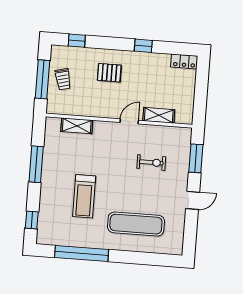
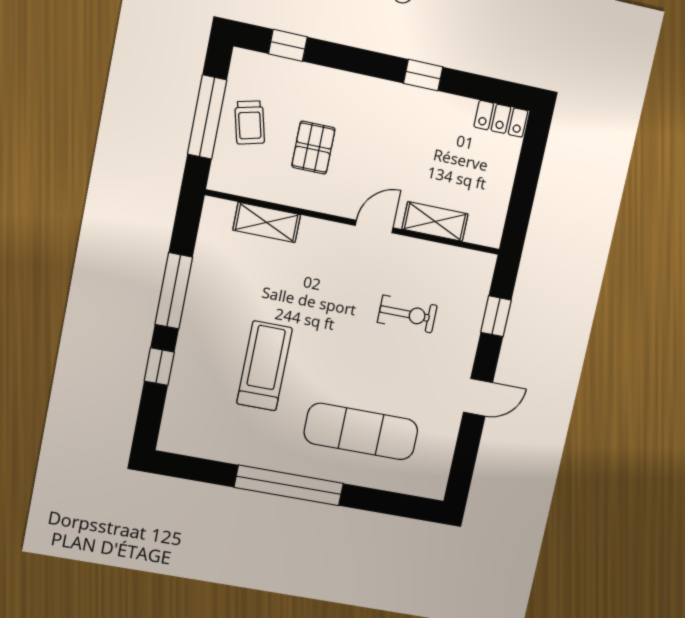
pallet: (109, 73) -> (313, 148), moved, turned 90
window: (196, 158) -> (496, 316), width x0.67
treadmill: (84, 196) -> (264, 366), turned 180
window: (32, 220) -> (159, 367), moved
window: (82, 254) -> (289, 485), moved

